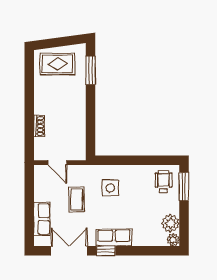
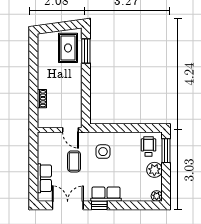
rug: (57, 64) -> (68, 48), moved, turned 90
door: (57, 163) -> (71, 130), moved
plant: (170, 223) -> (154, 170), moved

